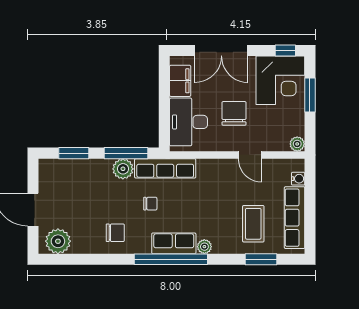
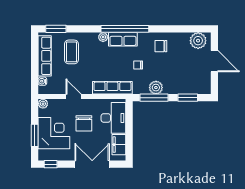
corner desk: (280, 80) -> (54, 133), moved, turned 90
row of seats: (165, 168) -> (112, 88), moved
window: (261, 259) -> (56, 29), moved

